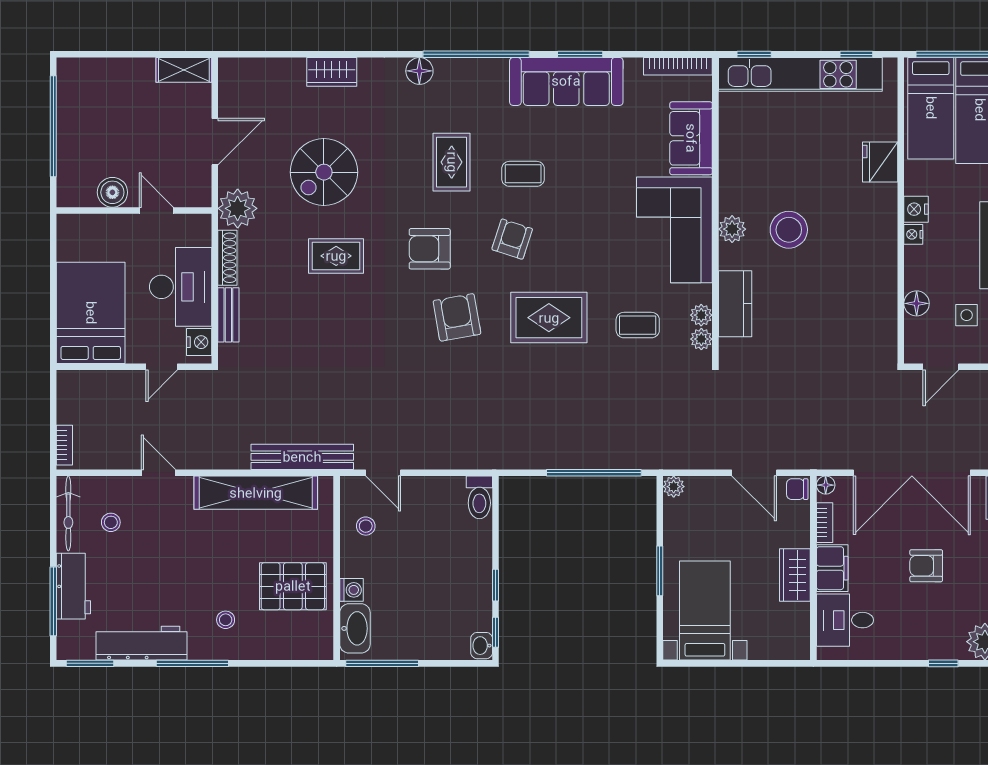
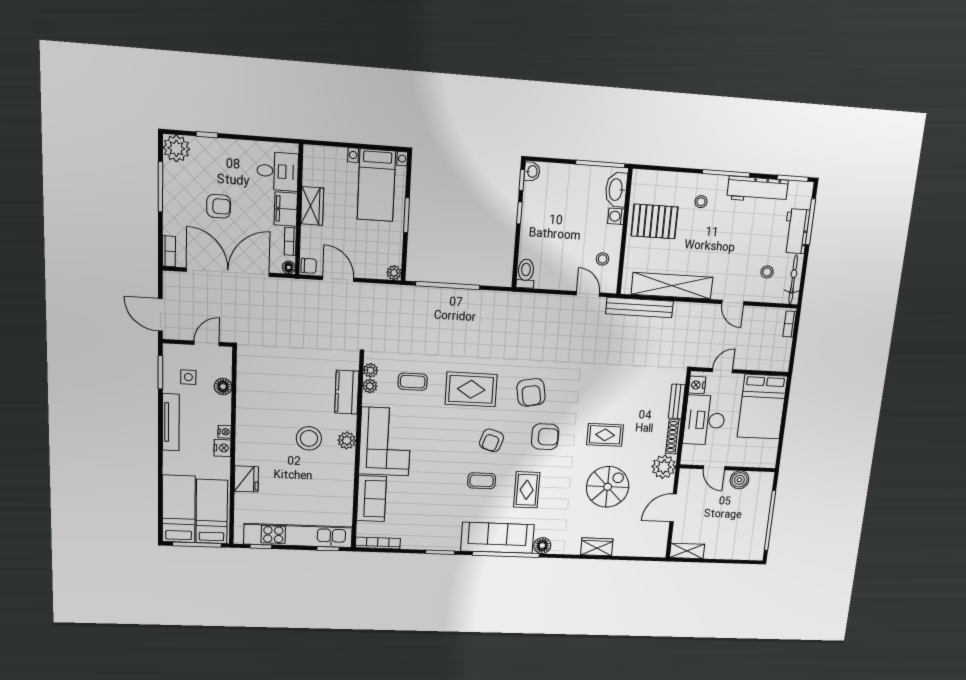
sofa: (566, 81) -> (497, 538), moved

